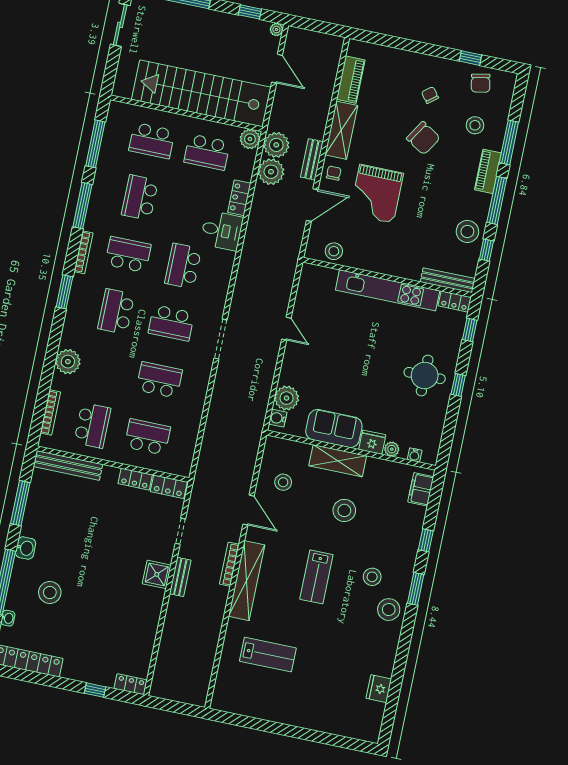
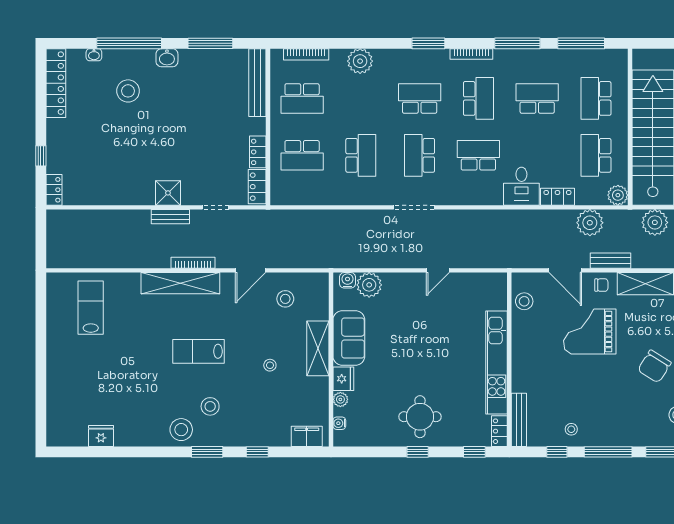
plant: (276, 145) -> (655, 222), moved
piano: (488, 171) -> (635, 437), removed
stool: (467, 231) -> (571, 429), width x0.53, depth x0.53
school desk: (147, 437) -> (302, 155), turned 90
stool: (344, 510) -> (270, 365), width x0.53, depth x0.53
lab bench: (268, 655) -> (91, 308), moved, turned 180

